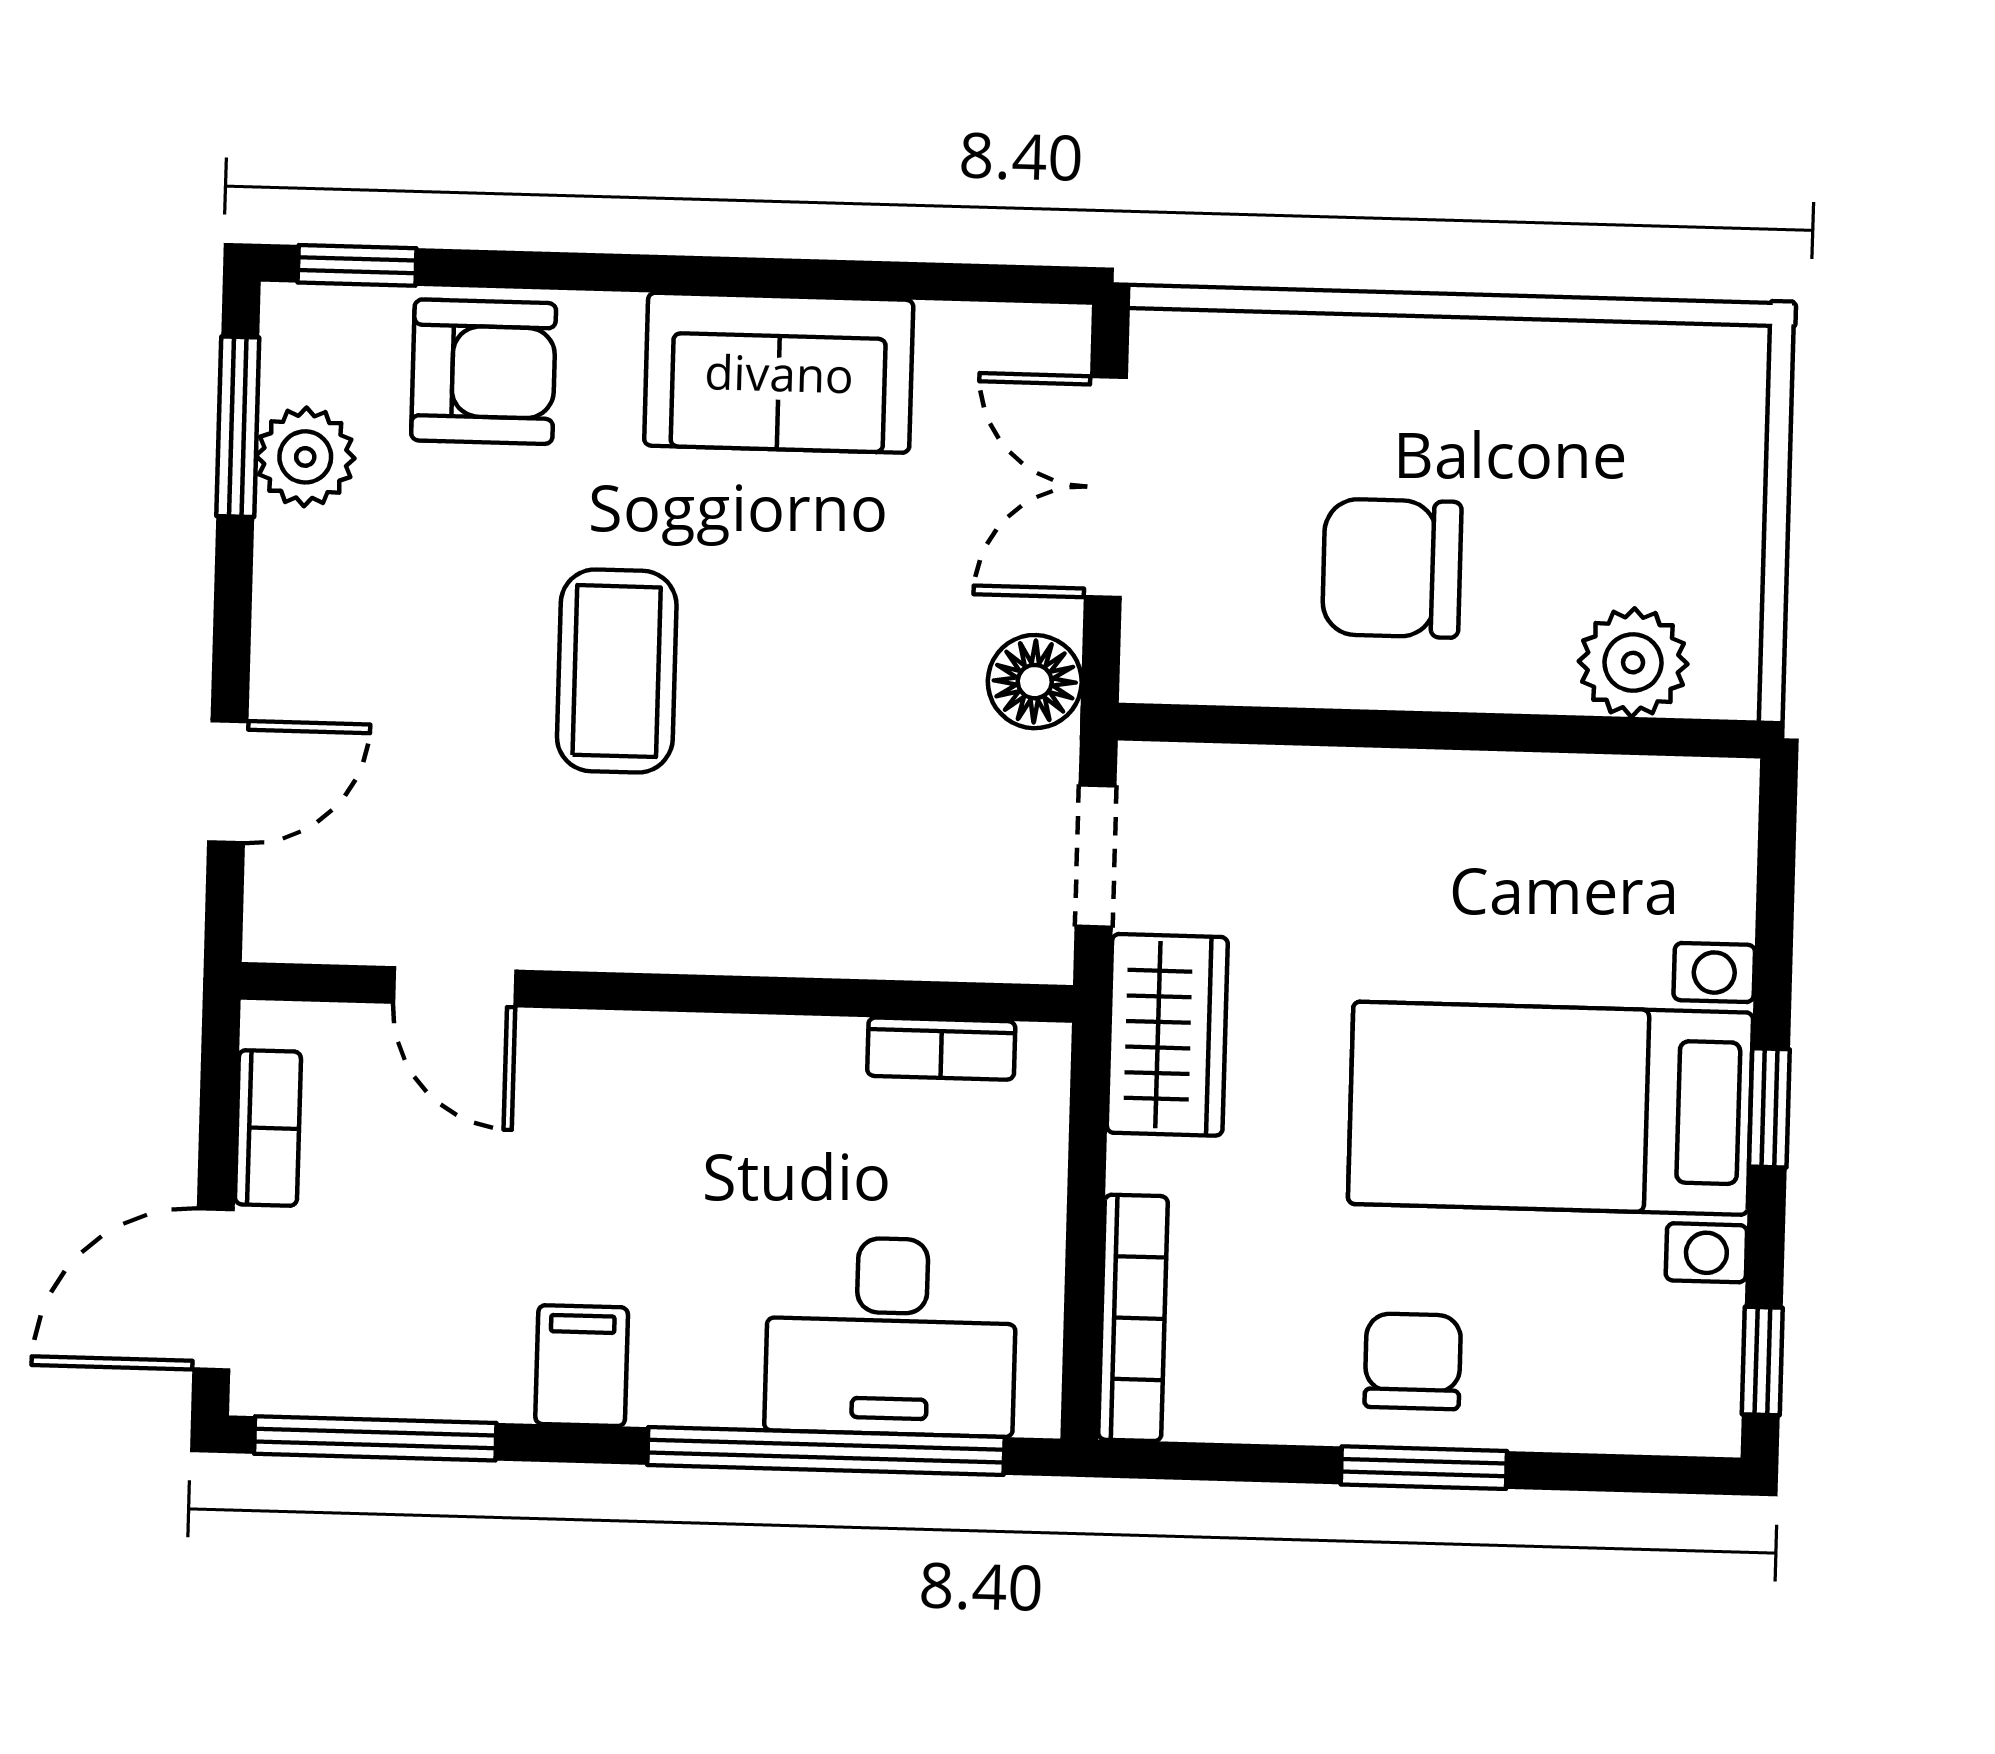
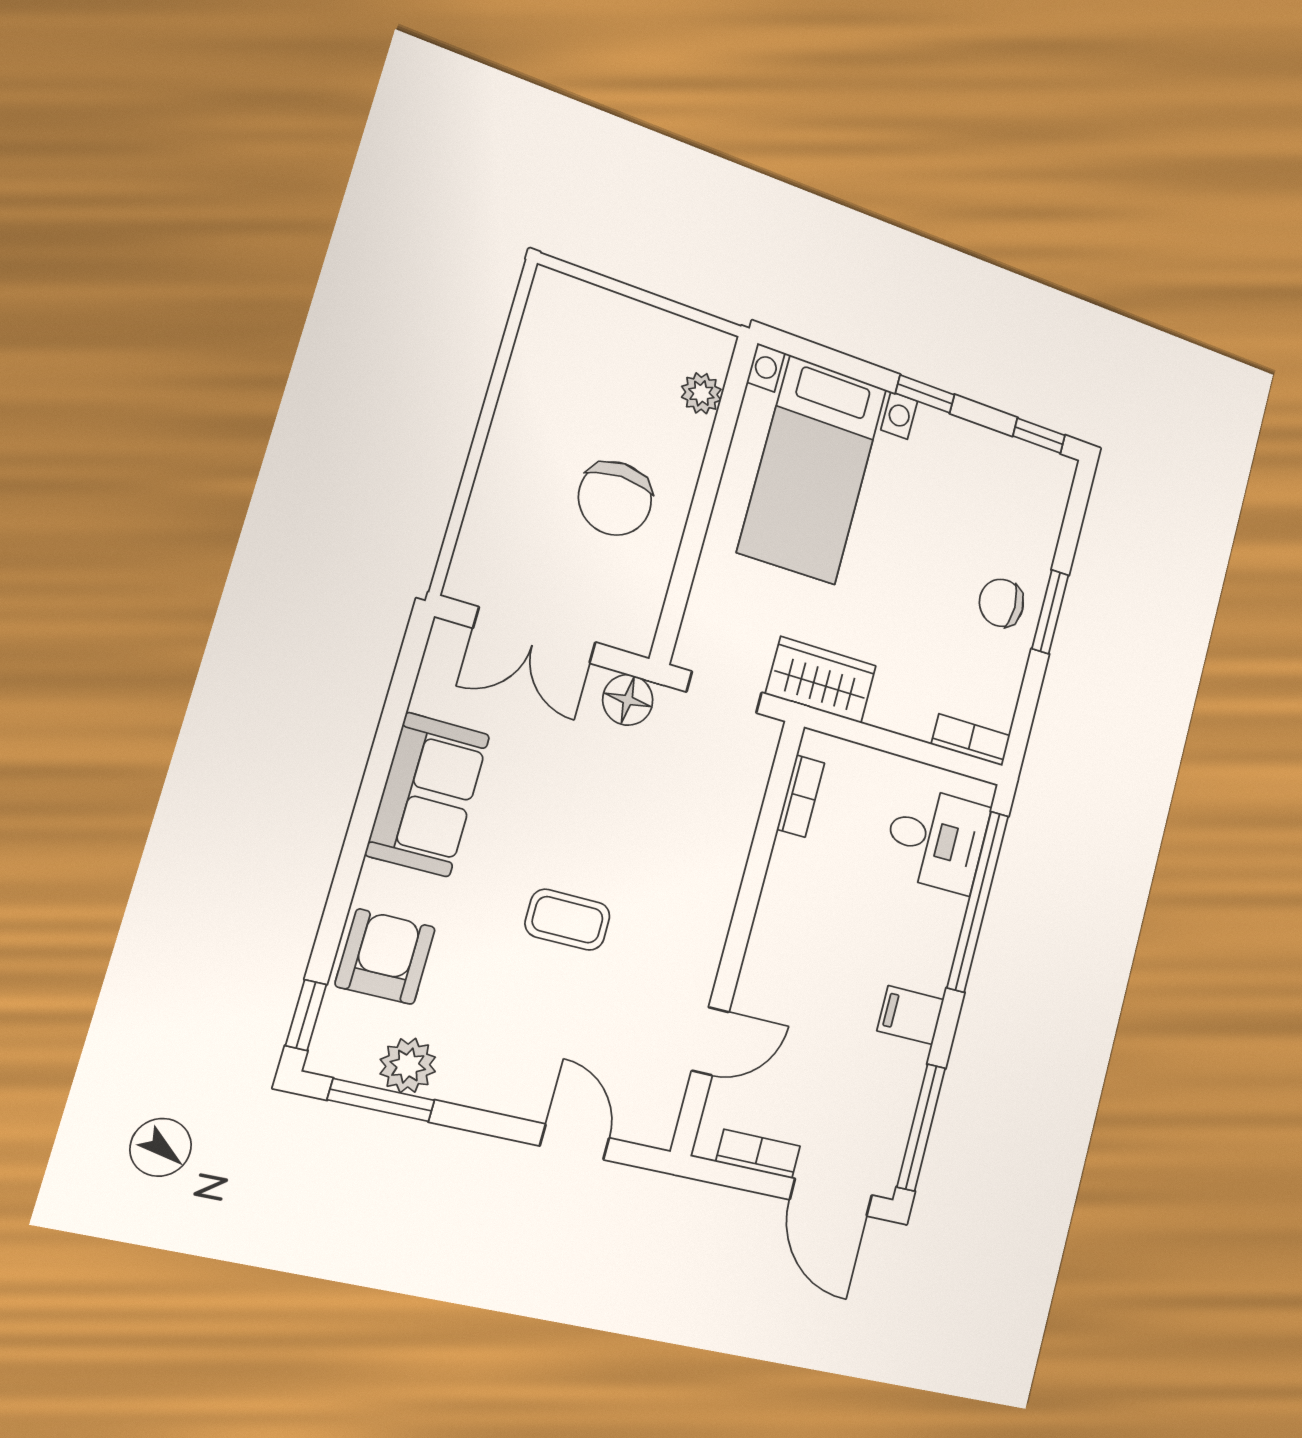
plant: (1633, 663) -> (701, 393), width x0.73, depth x0.73
coffee table: (617, 671) -> (568, 920), width x0.73, depth x0.77
bed with nightstands: (1550, 1108) -> (812, 470), moved
bookcase: (1133, 1318) -> (971, 740), width x0.64
desk: (891, 1336) -> (936, 839), width x0.73

